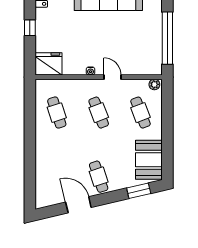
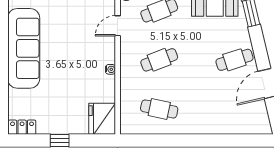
door: (112, 77) -> (118, 26), moved
cafe table: (57, 113) -> (159, 109), turned 30

